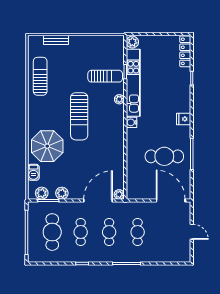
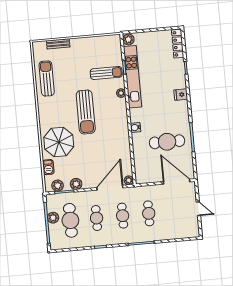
fridge: (184, 119) -> (181, 95), moved
water cooler: (131, 122) -> (135, 127), moved
plant: (34, 227) -> (53, 218), added

